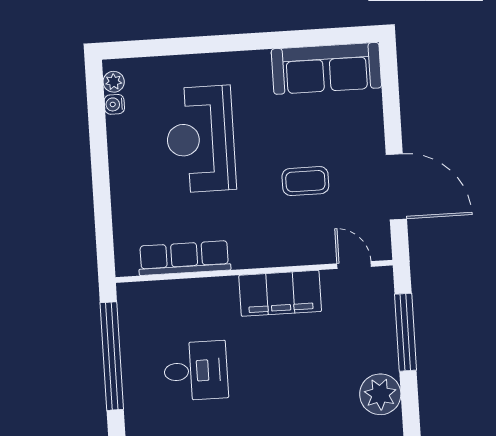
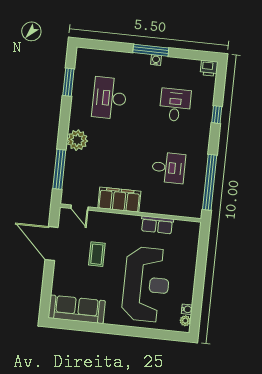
reception desk: (200, 139) -> (146, 284), width x1.36, depth x1.30
coffee table: (305, 181) -> (97, 254), turned 90
row of seats: (184, 258) -> (157, 225), width x0.68
desk: (196, 371) -> (169, 168), turned 180

